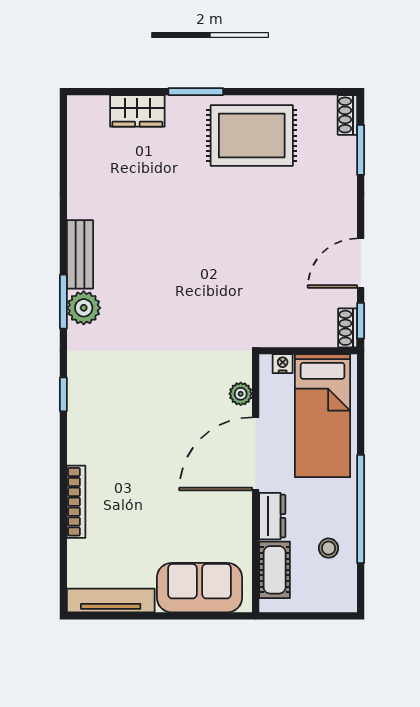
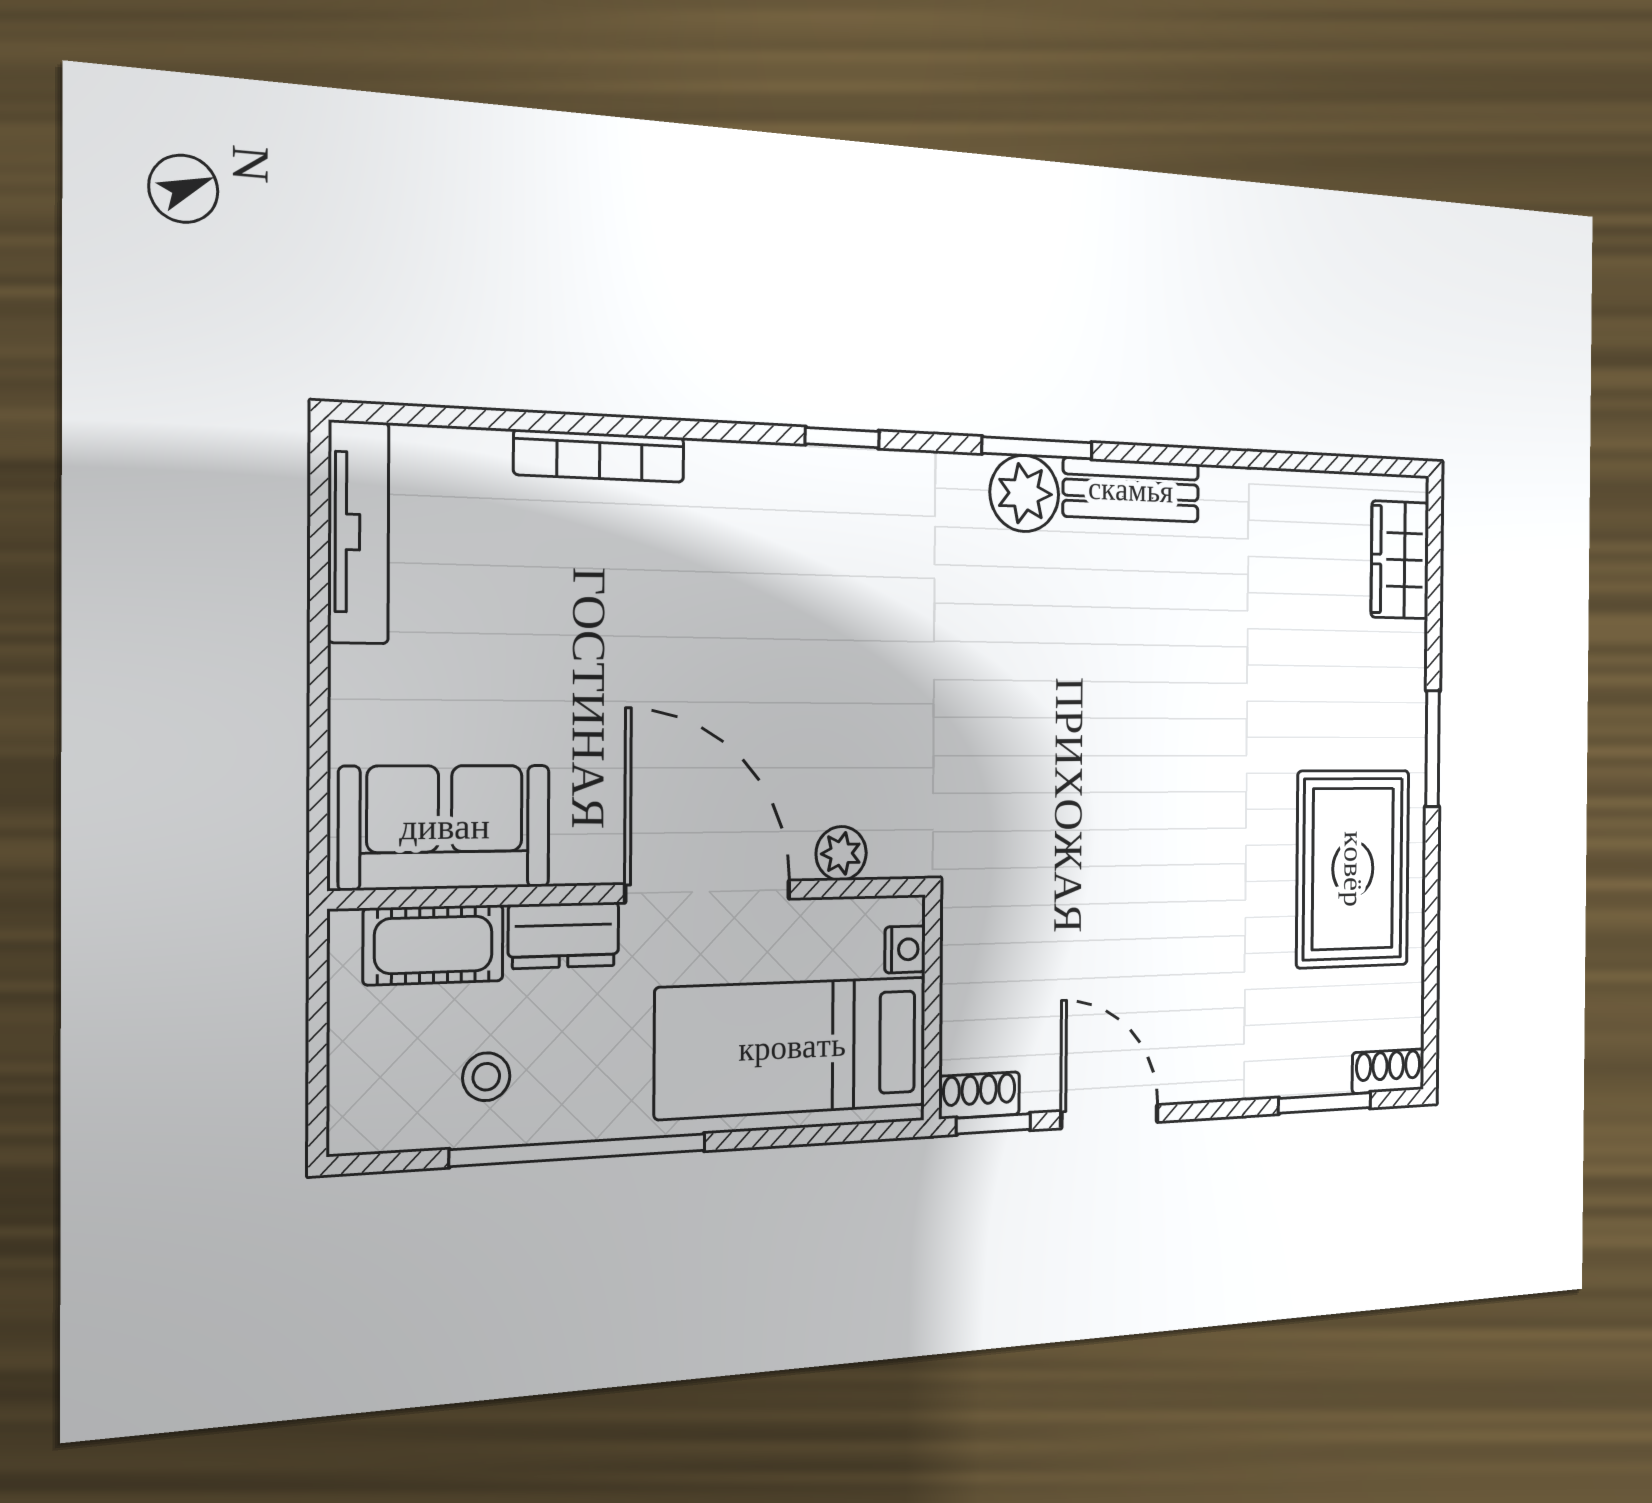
wardrobe: (137, 111) -> (1400, 560), moved
sofa: (199, 588) -> (445, 827), moved, turned -90

